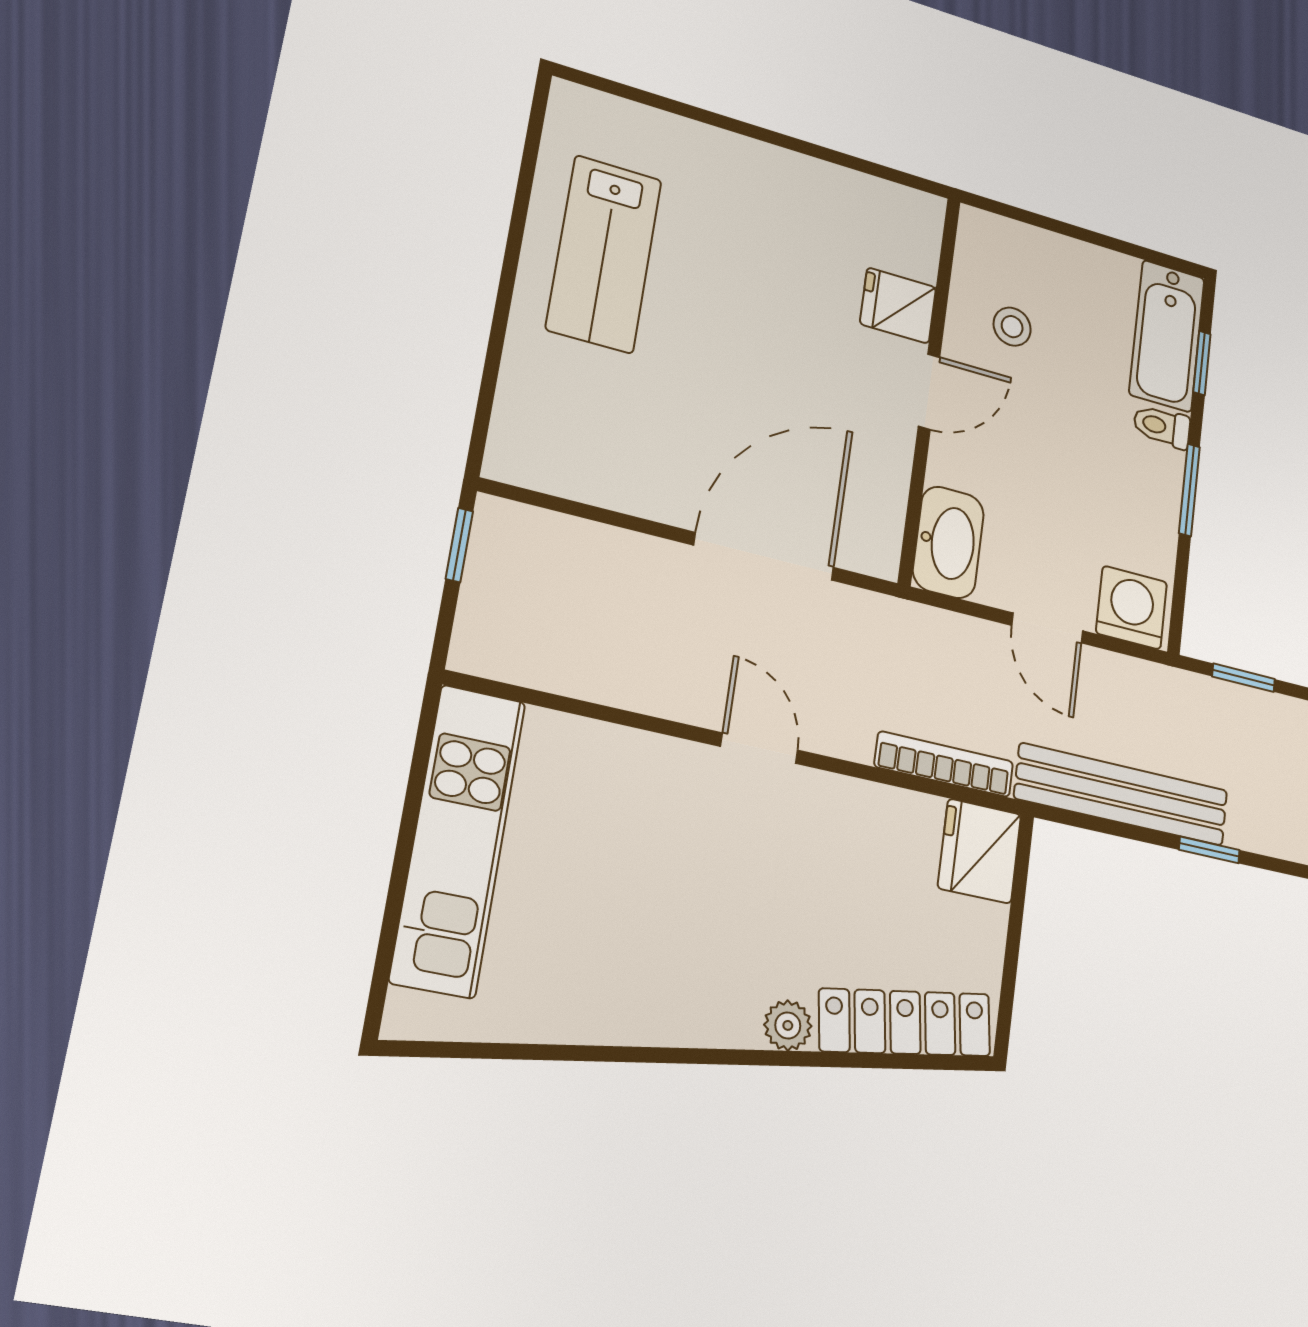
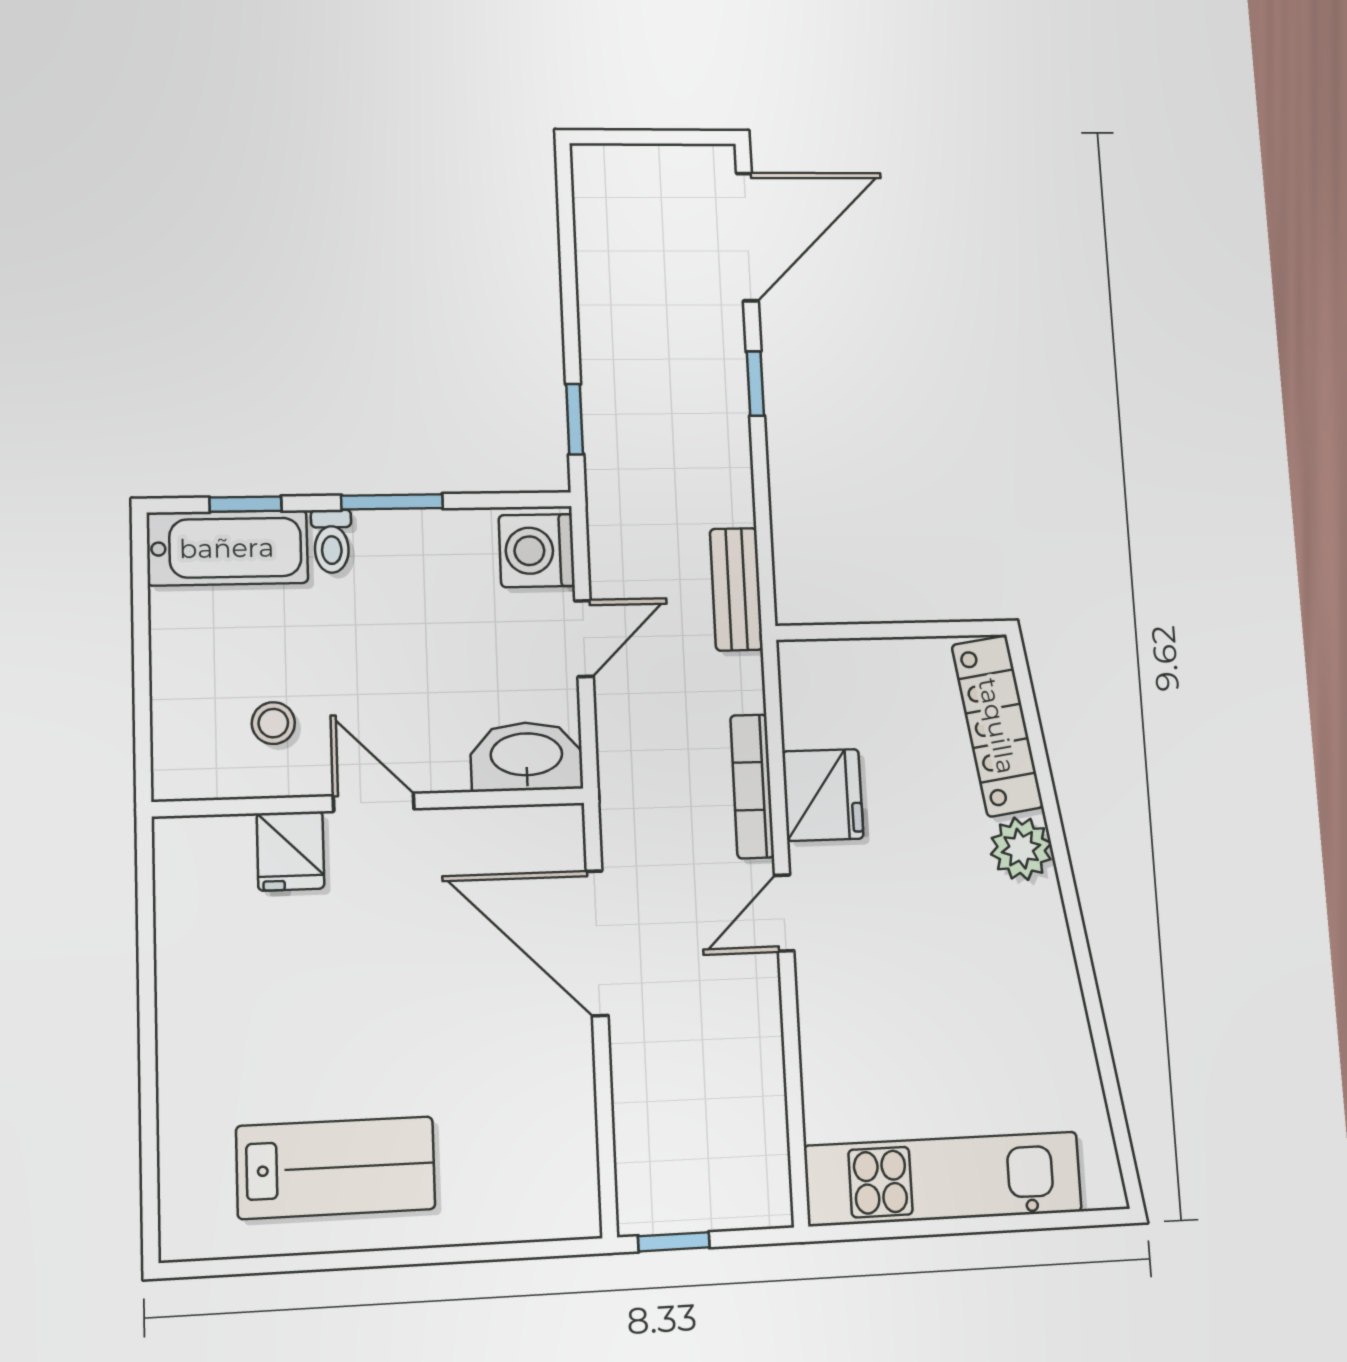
bookcase: (944, 764) -> (752, 786), moved
bench: (1122, 795) -> (736, 589), width x0.54, depth x0.82
window: (1209, 850) -> (755, 384), moved
fridge: (980, 851) -> (823, 795), moved, turned -90
plant: (788, 1025) -> (1021, 849), width x1.38, depth x1.38

